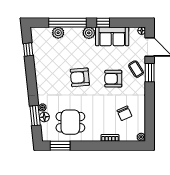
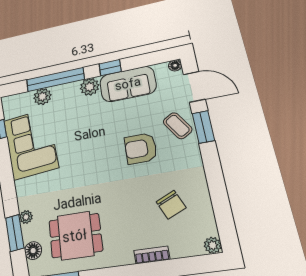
corner sofa: (48, 63) -> (31, 144), added
armchair: (80, 77) -> (83, 157), removed
floor lamp: (44, 117) -> (33, 251), moved

